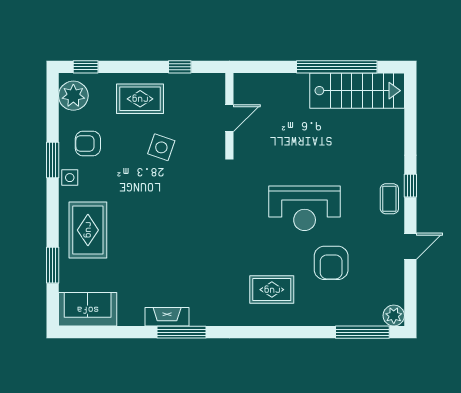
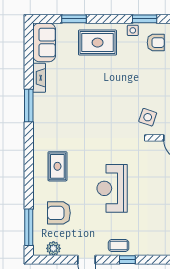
armchair: (88, 144) -> (156, 43), turned 90
side table: (161, 147) -> (148, 117), moved
armchair: (331, 263) -> (59, 213), moved
plant: (394, 316) -> (53, 248), moved
fireplace: (167, 317) -> (39, 78), moved

